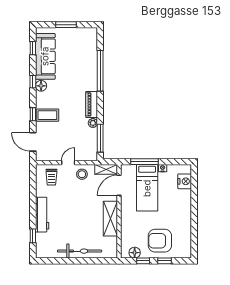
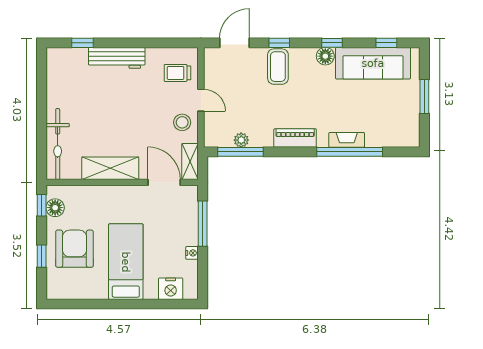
fireplace: (93, 73) -> (347, 140), added
plant: (93, 123) -> (241, 140), moved
bed: (147, 188) -> (126, 262), moved, turned 90
bicycle: (80, 251) -> (58, 144), moved
window: (143, 261) -> (42, 205), moved

